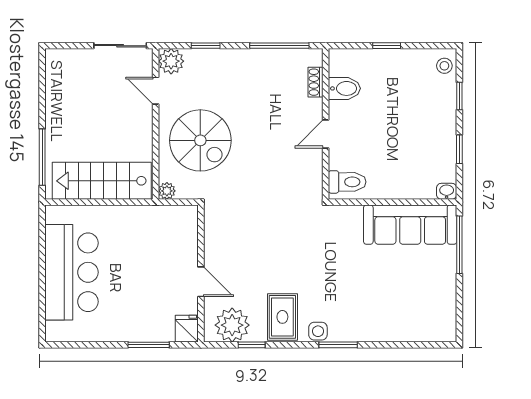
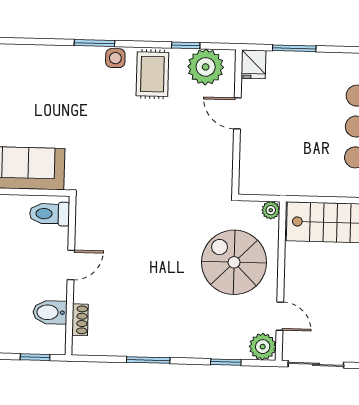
window: (279, 46) -> (148, 360), width x0.69
shoe rack: (316, 82) -> (80, 320), moved
bidet: (344, 88) -> (50, 312), moved
wall: (326, 124) -> (71, 275), moved
door: (326, 134) -> (71, 265), moved
toilet: (347, 182) -> (50, 214), moved

